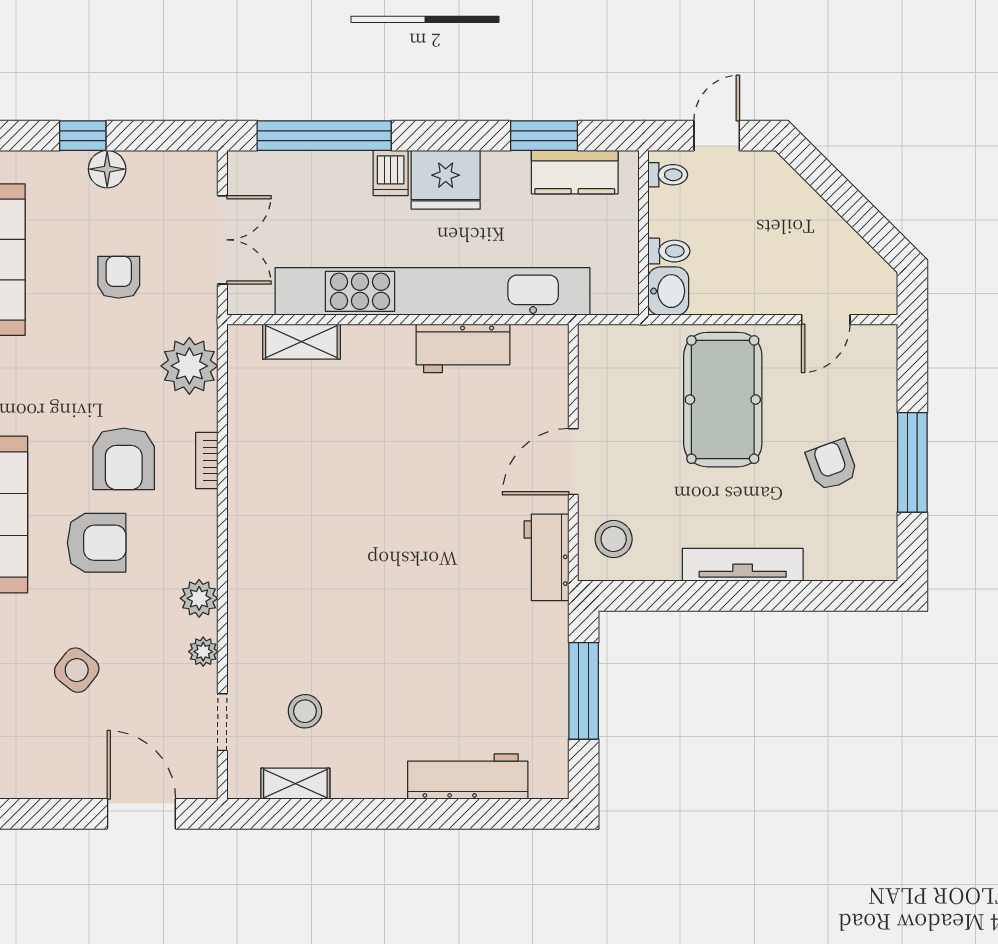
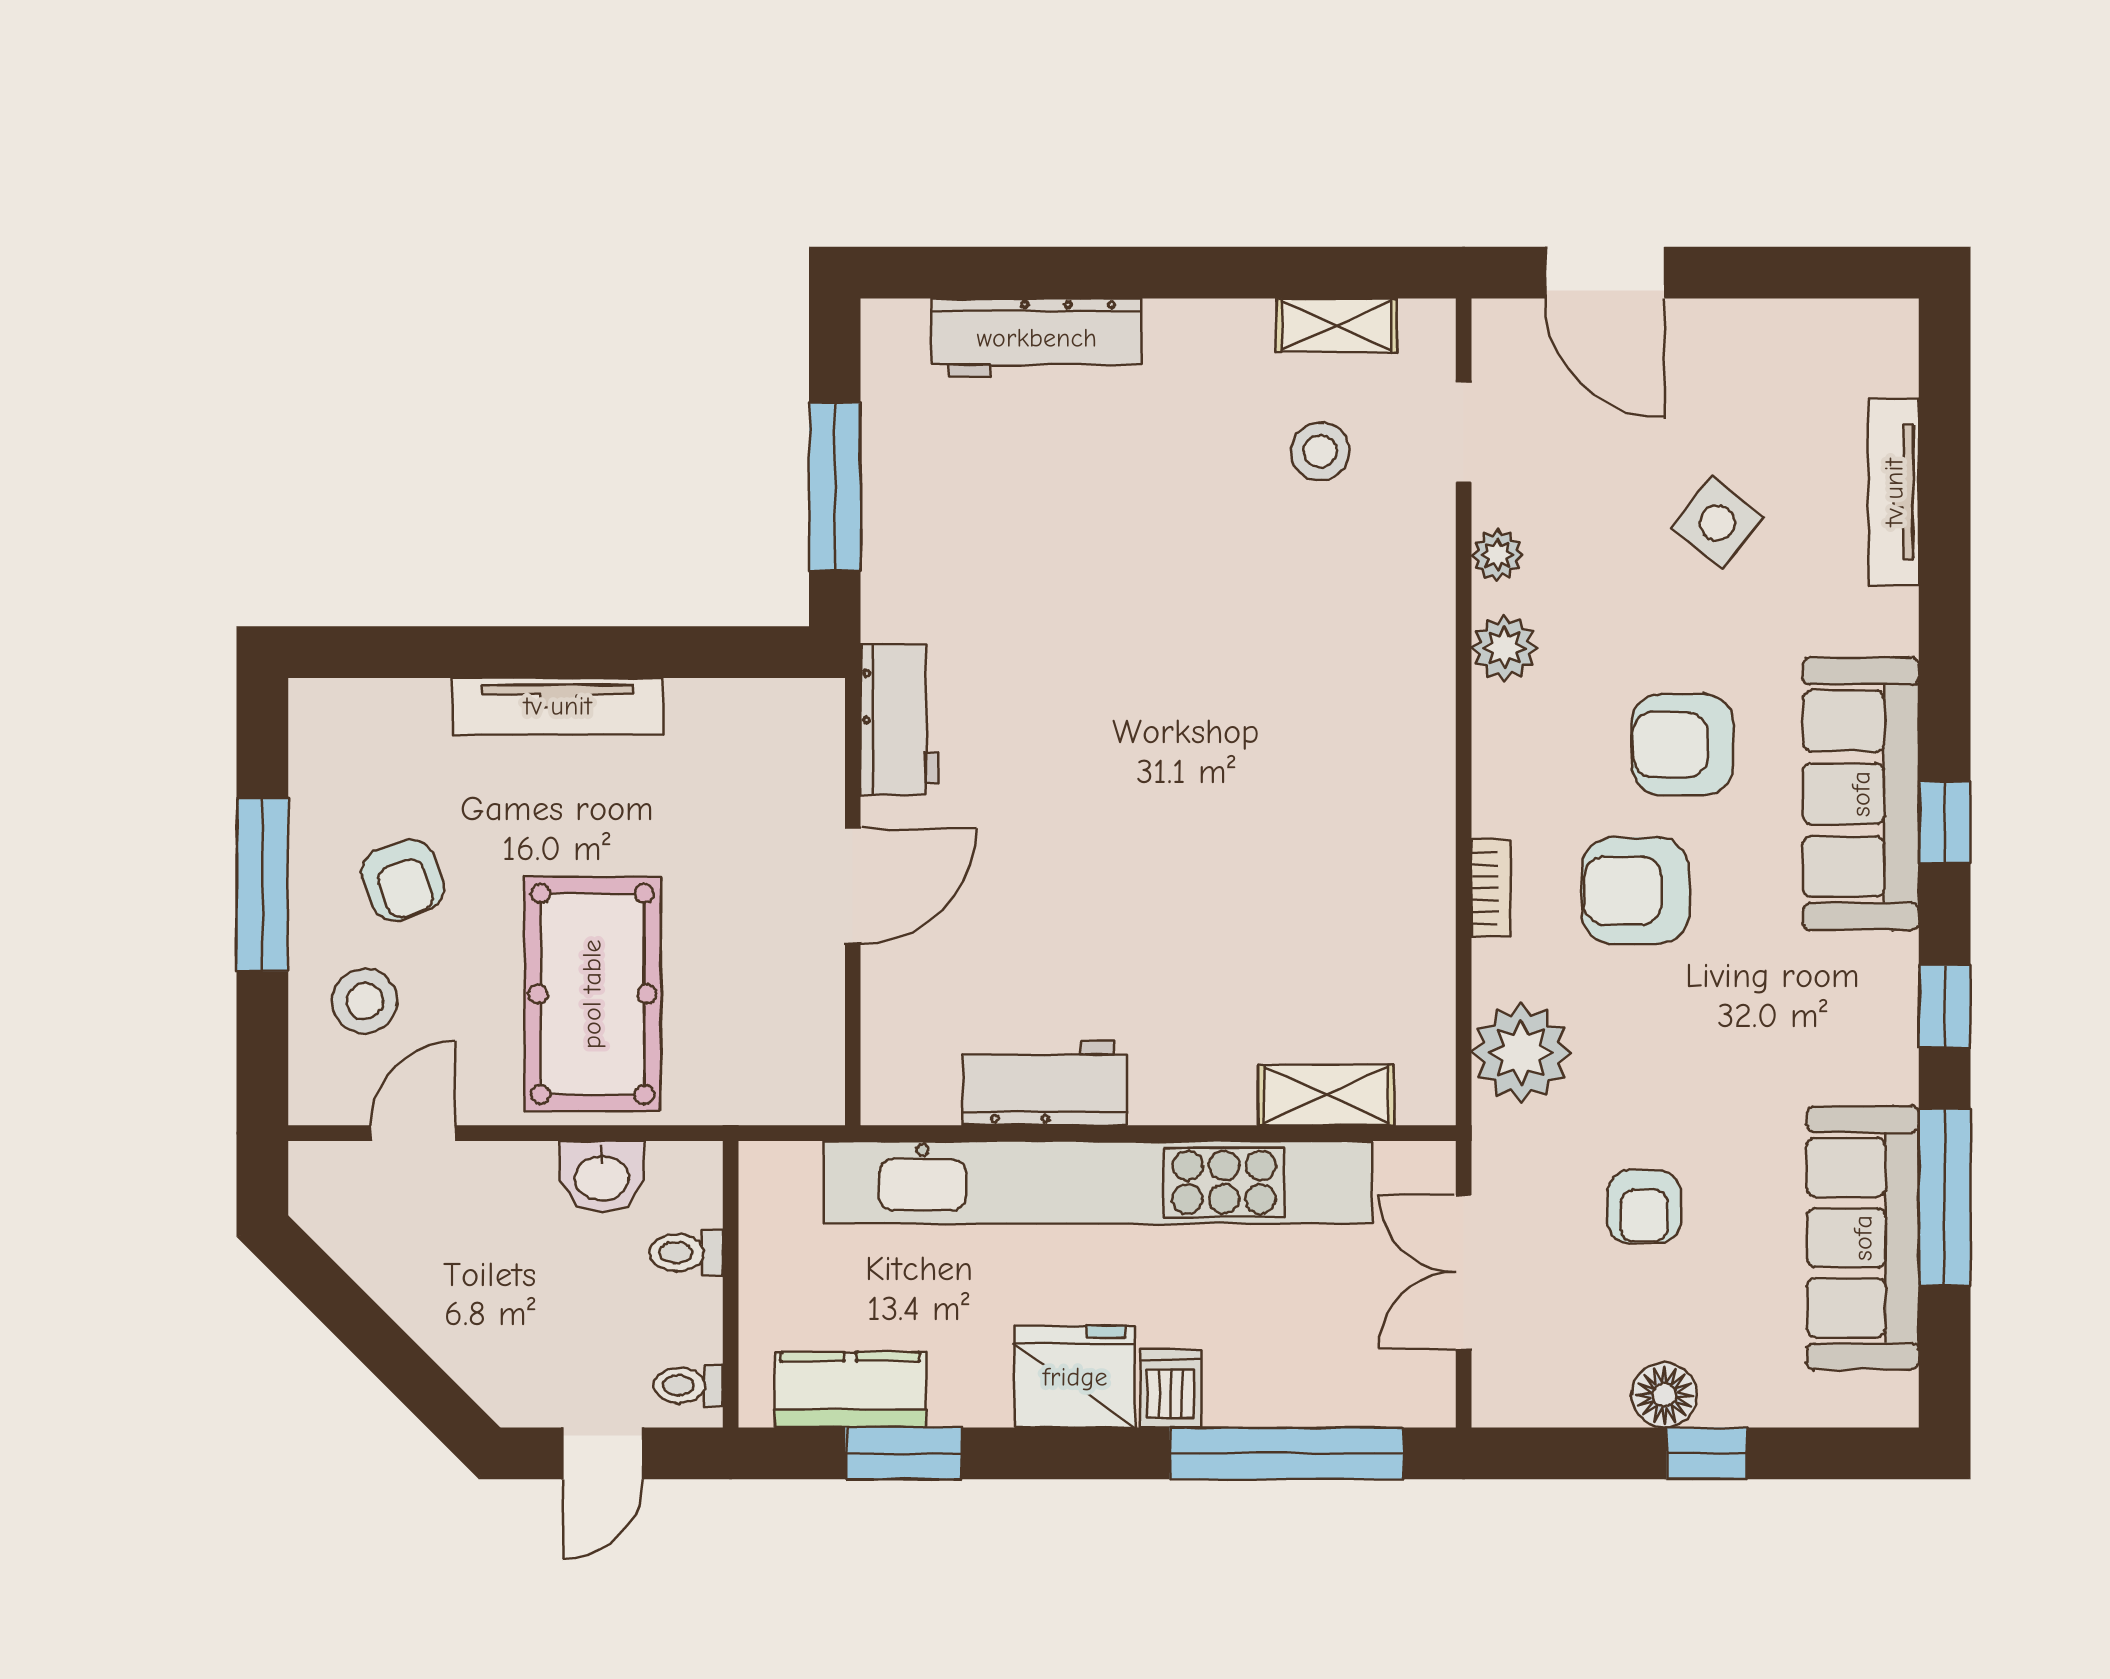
washbasin: (668, 291) -> (602, 1176), moved, turned -90
armchair: (124, 459) -> (1636, 891), turned -90
stool: (614, 539) -> (365, 1001), moved

